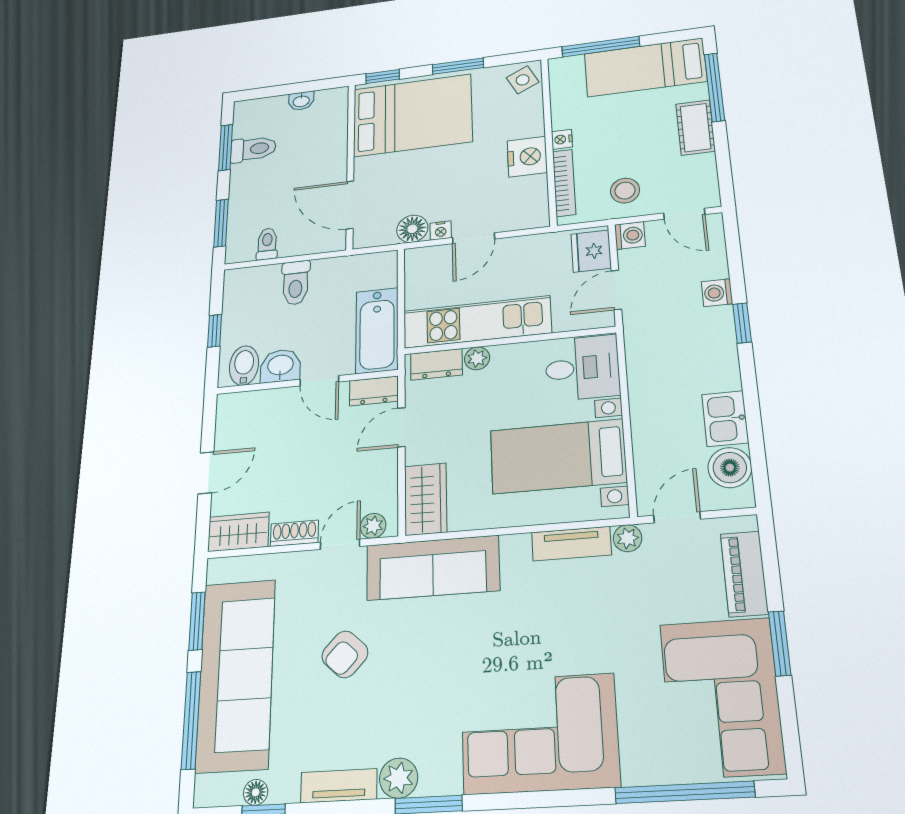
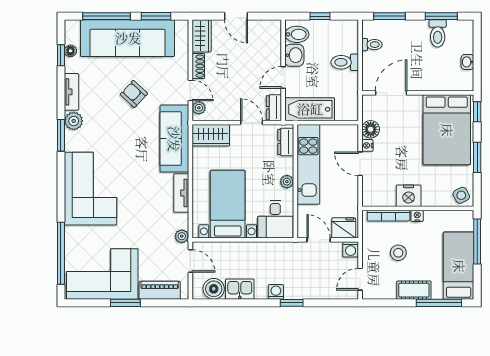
stool: (625, 191) -> (398, 253), moved
washing machine: (717, 293) -> (276, 292), moved
plant: (477, 358) -> (287, 182), moved
tv unit: (571, 544) -> (181, 193), moved

